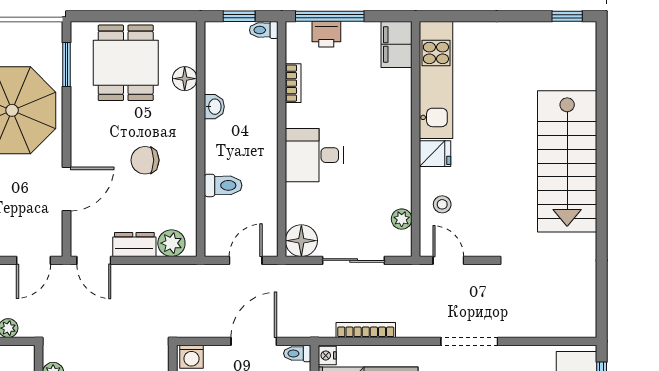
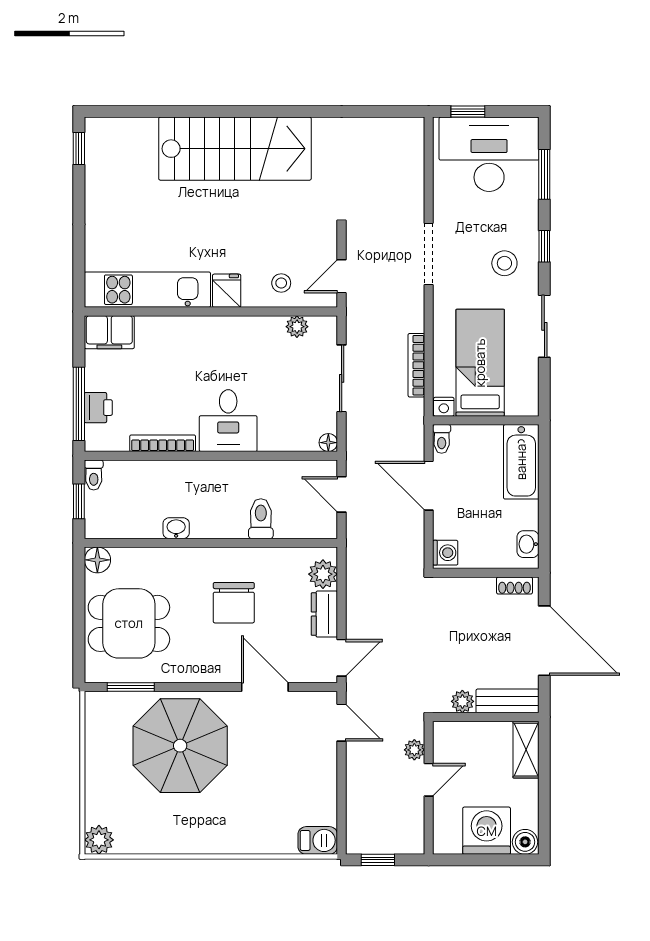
floor lamp: (185, 79) -> (97, 560), moved
bookcase: (293, 83) -> (163, 443), width x1.56
chair: (145, 160) -> (234, 603), width x1.37, depth x1.37
floor lamp: (301, 241) -> (328, 443), width x0.53, depth x0.53

